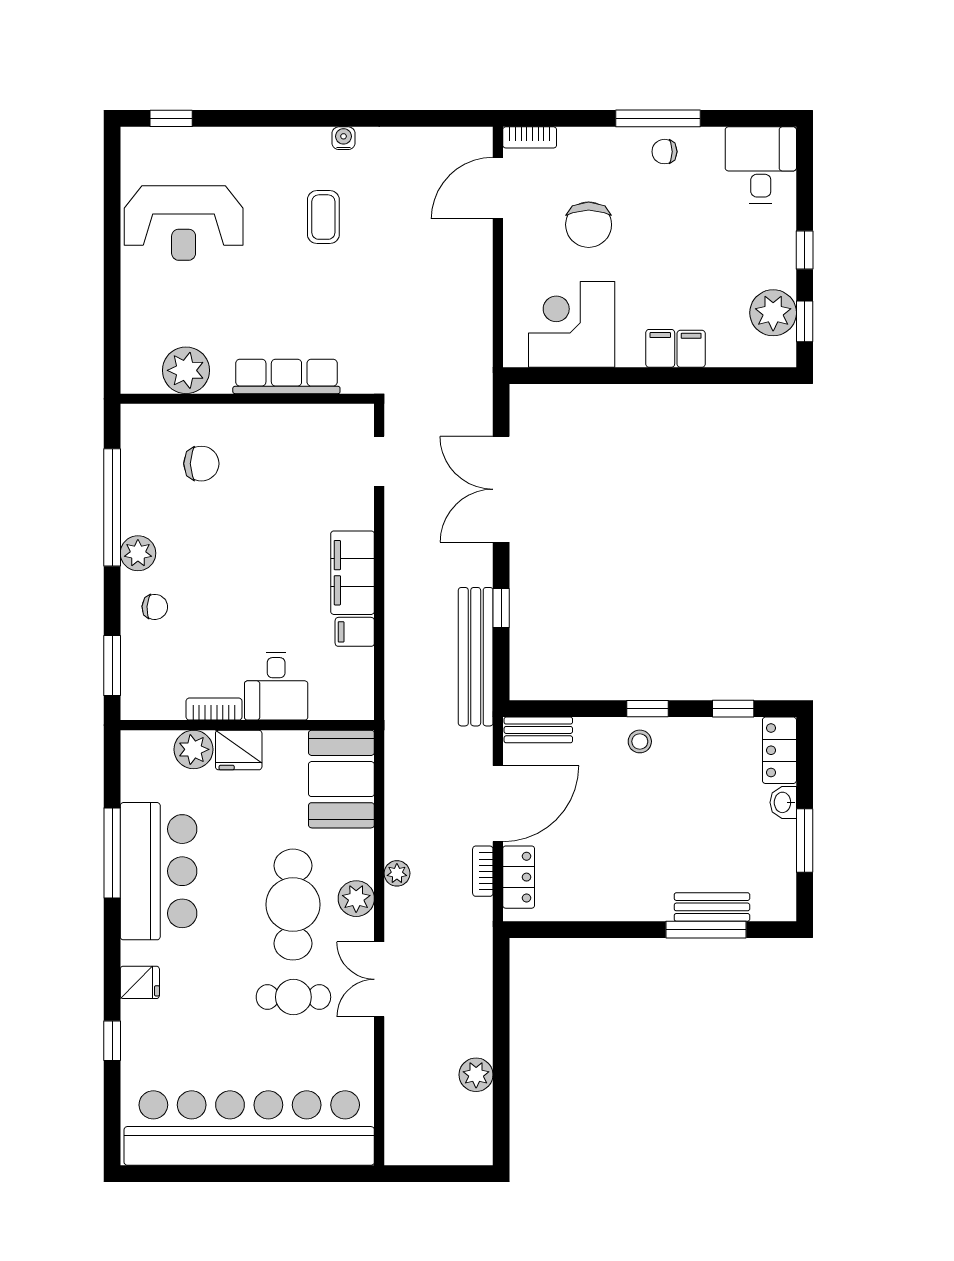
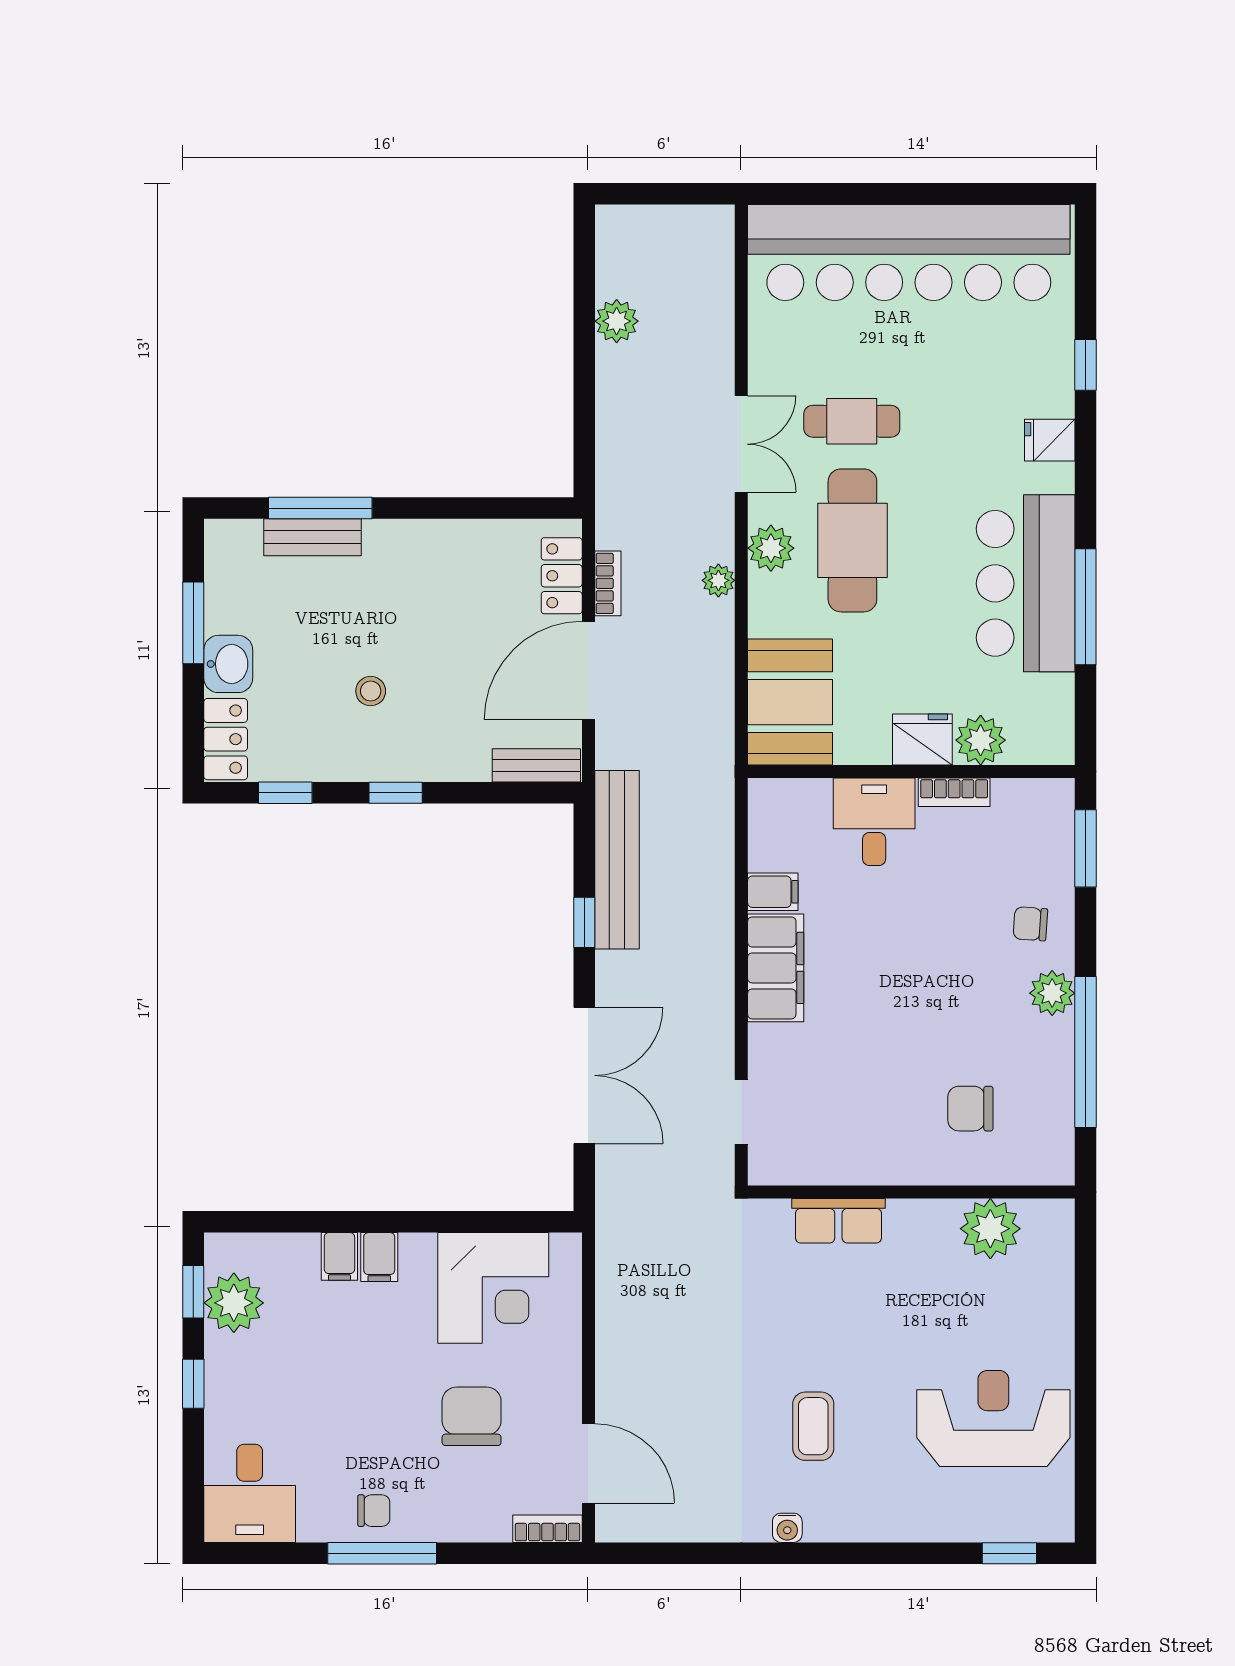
door: (498, 188) -> (588, 1463), hinge flipped
row of seats: (286, 376) -> (838, 1221), width x0.68
stool: (640, 741) -> (371, 691), moved
washbasin: (783, 802) -> (228, 664), width x1.38, depth x1.45

